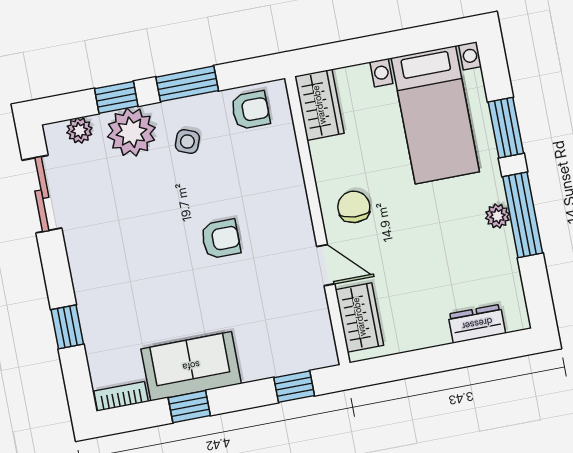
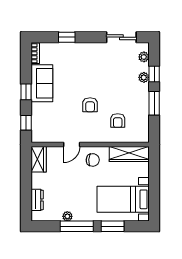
wardrobe: (319, 105) -> (129, 154), width x1.50
armchair: (250, 110) -> (118, 121), moved
plant: (131, 132) -> (144, 77), width x0.53, depth x0.53
side table: (187, 142) -> (131, 99), removed
plant: (497, 216) -> (67, 216), moved
wardrobe: (359, 317) -> (39, 159), moved, turned -90
window: (189, 407) -> (26, 92), moved

